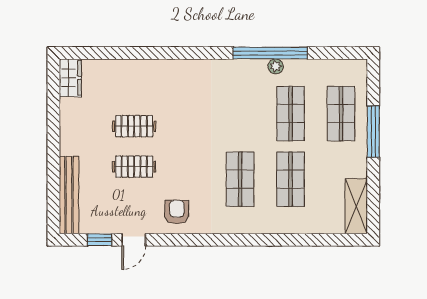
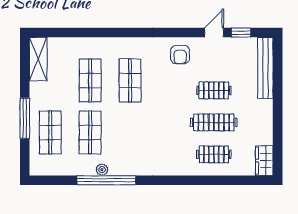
clothes rail: (134, 86) -> (214, 154), added
clothes rail: (134, 126) -> (214, 122), width x1.36

